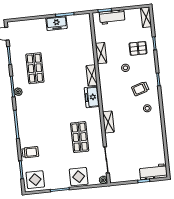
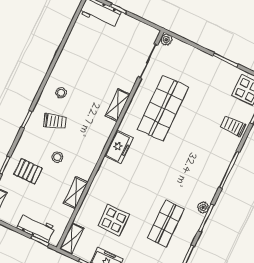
shelving: (92, 75) -> (72, 239), moved
shop shelf: (80, 137) -> (163, 108), width x1.43, depth x1.36
display table: (79, 177) -> (114, 220), moved

